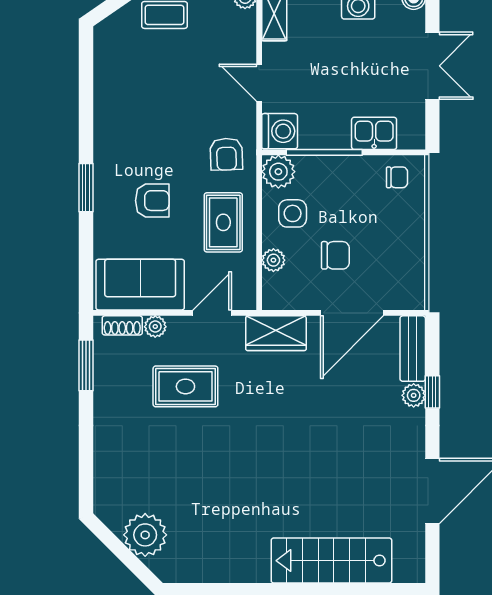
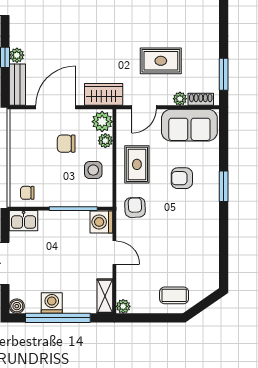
kitchen sink: (374, 133) -> (24, 221), moved
plant: (278, 172) -> (102, 122), moved

